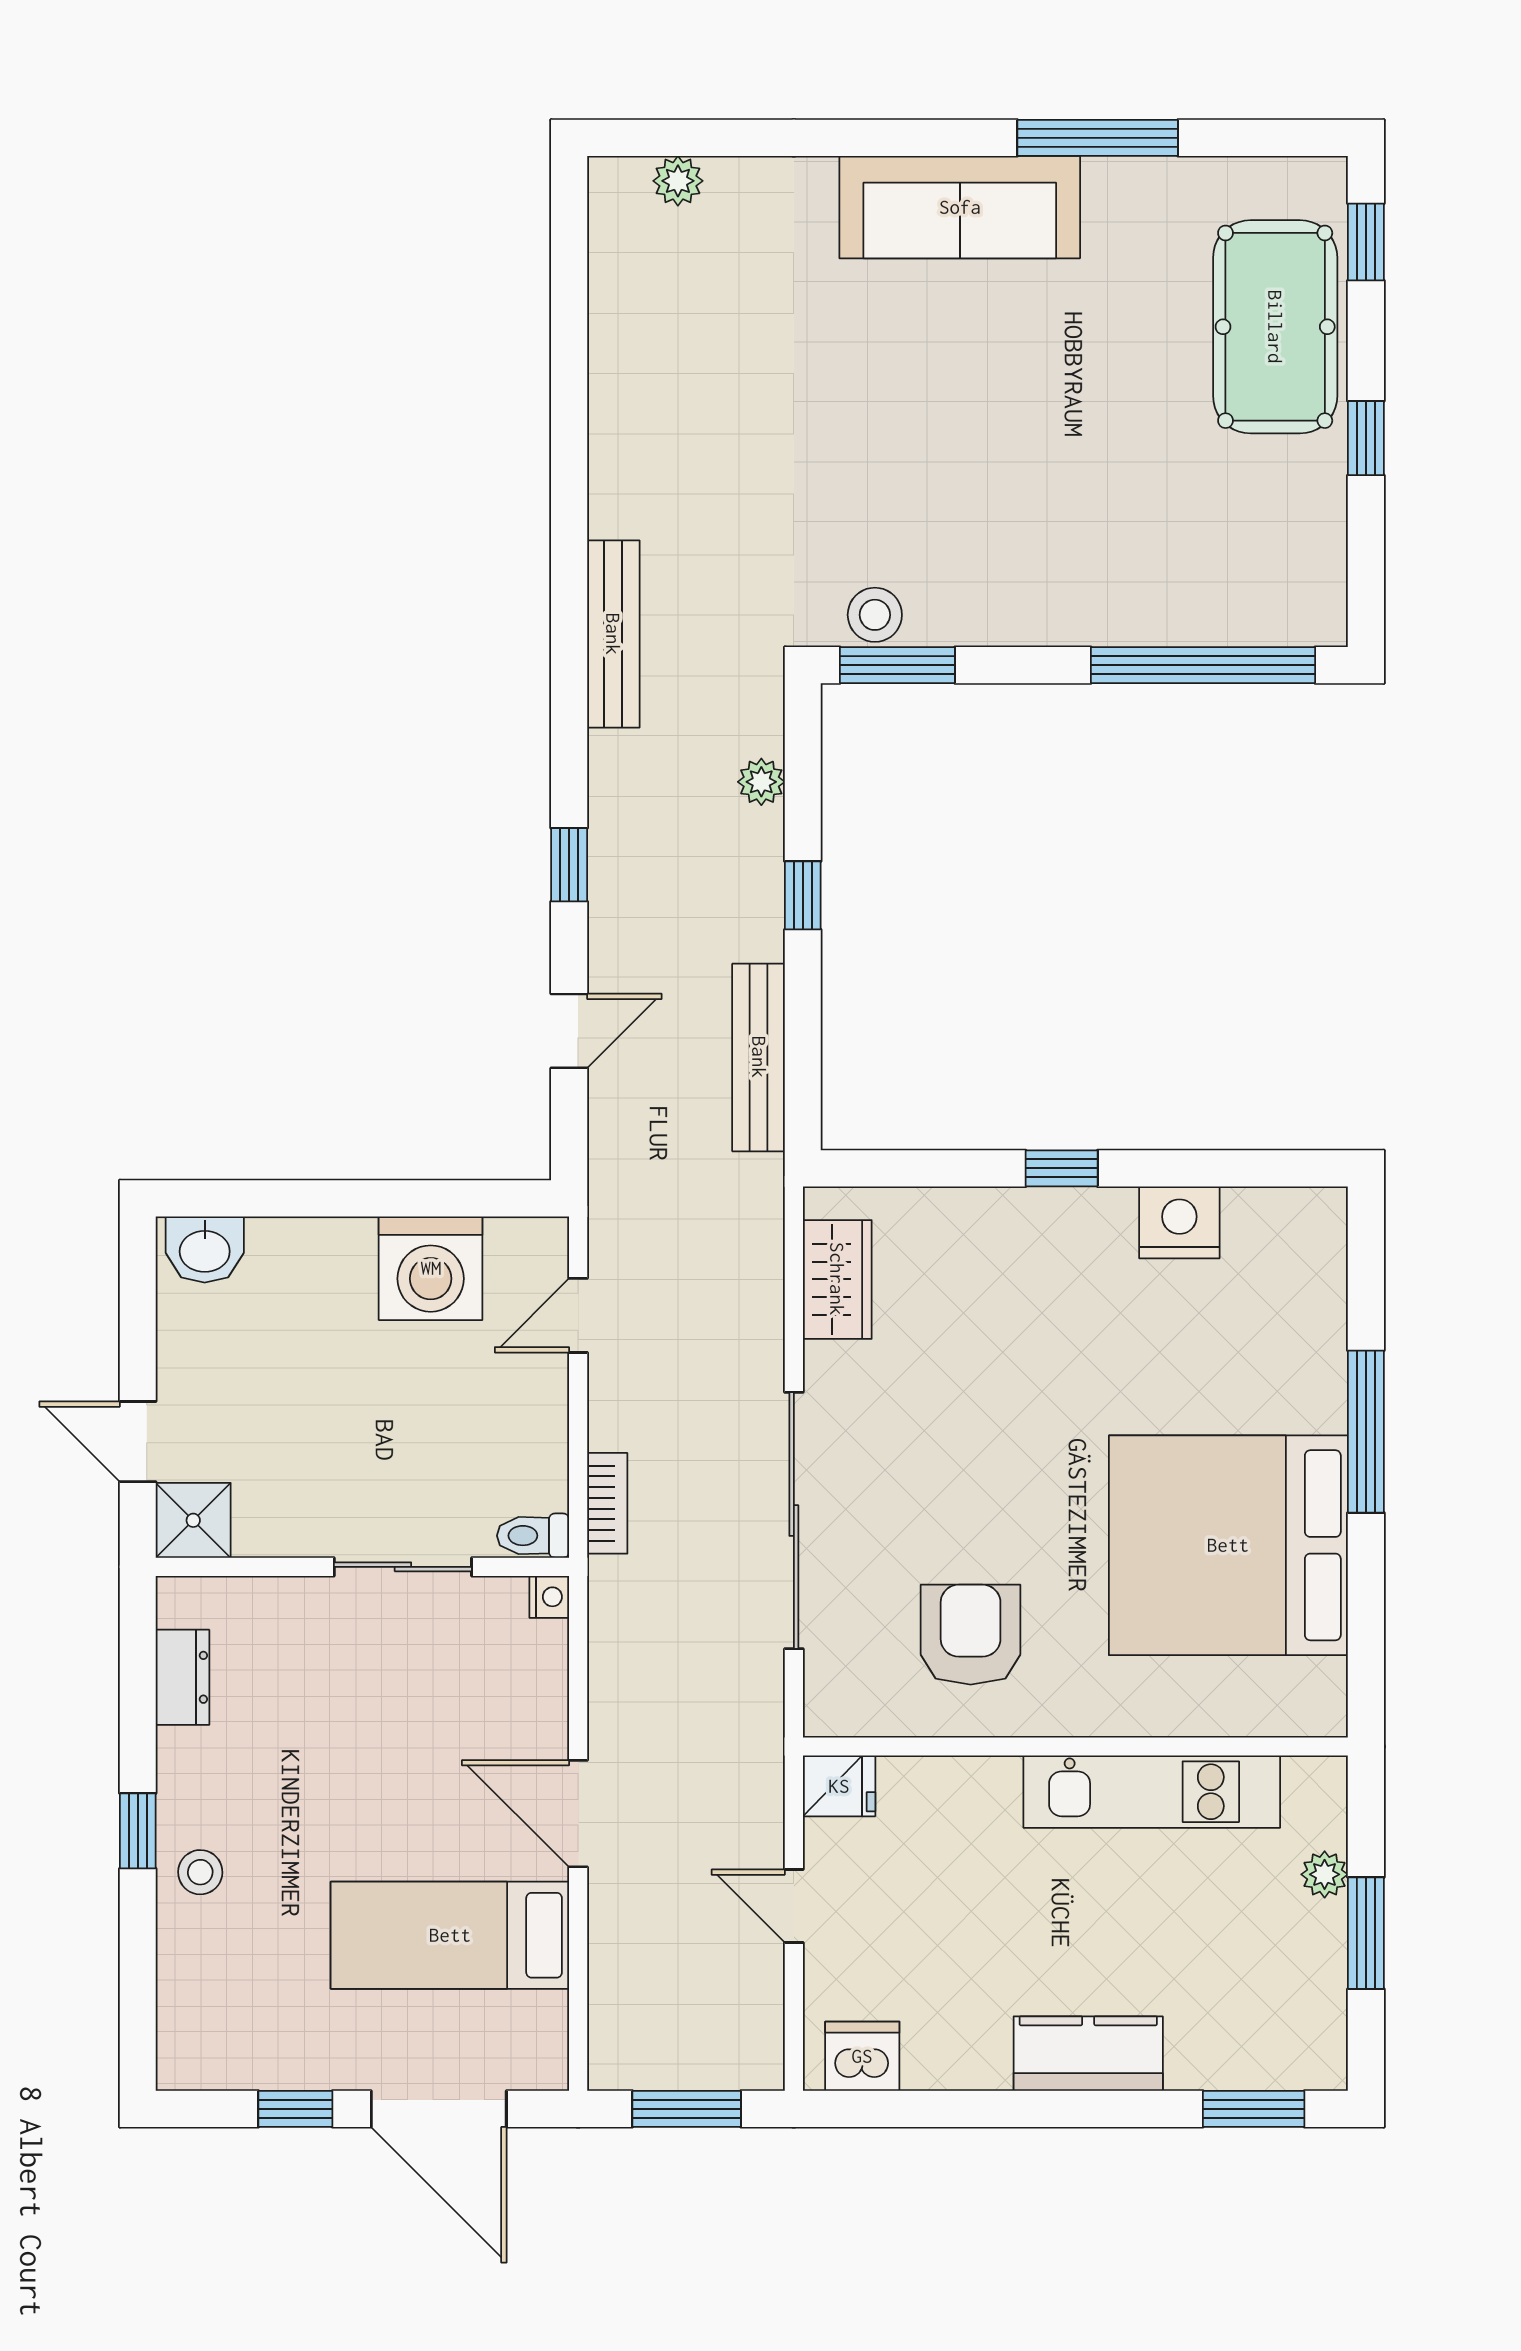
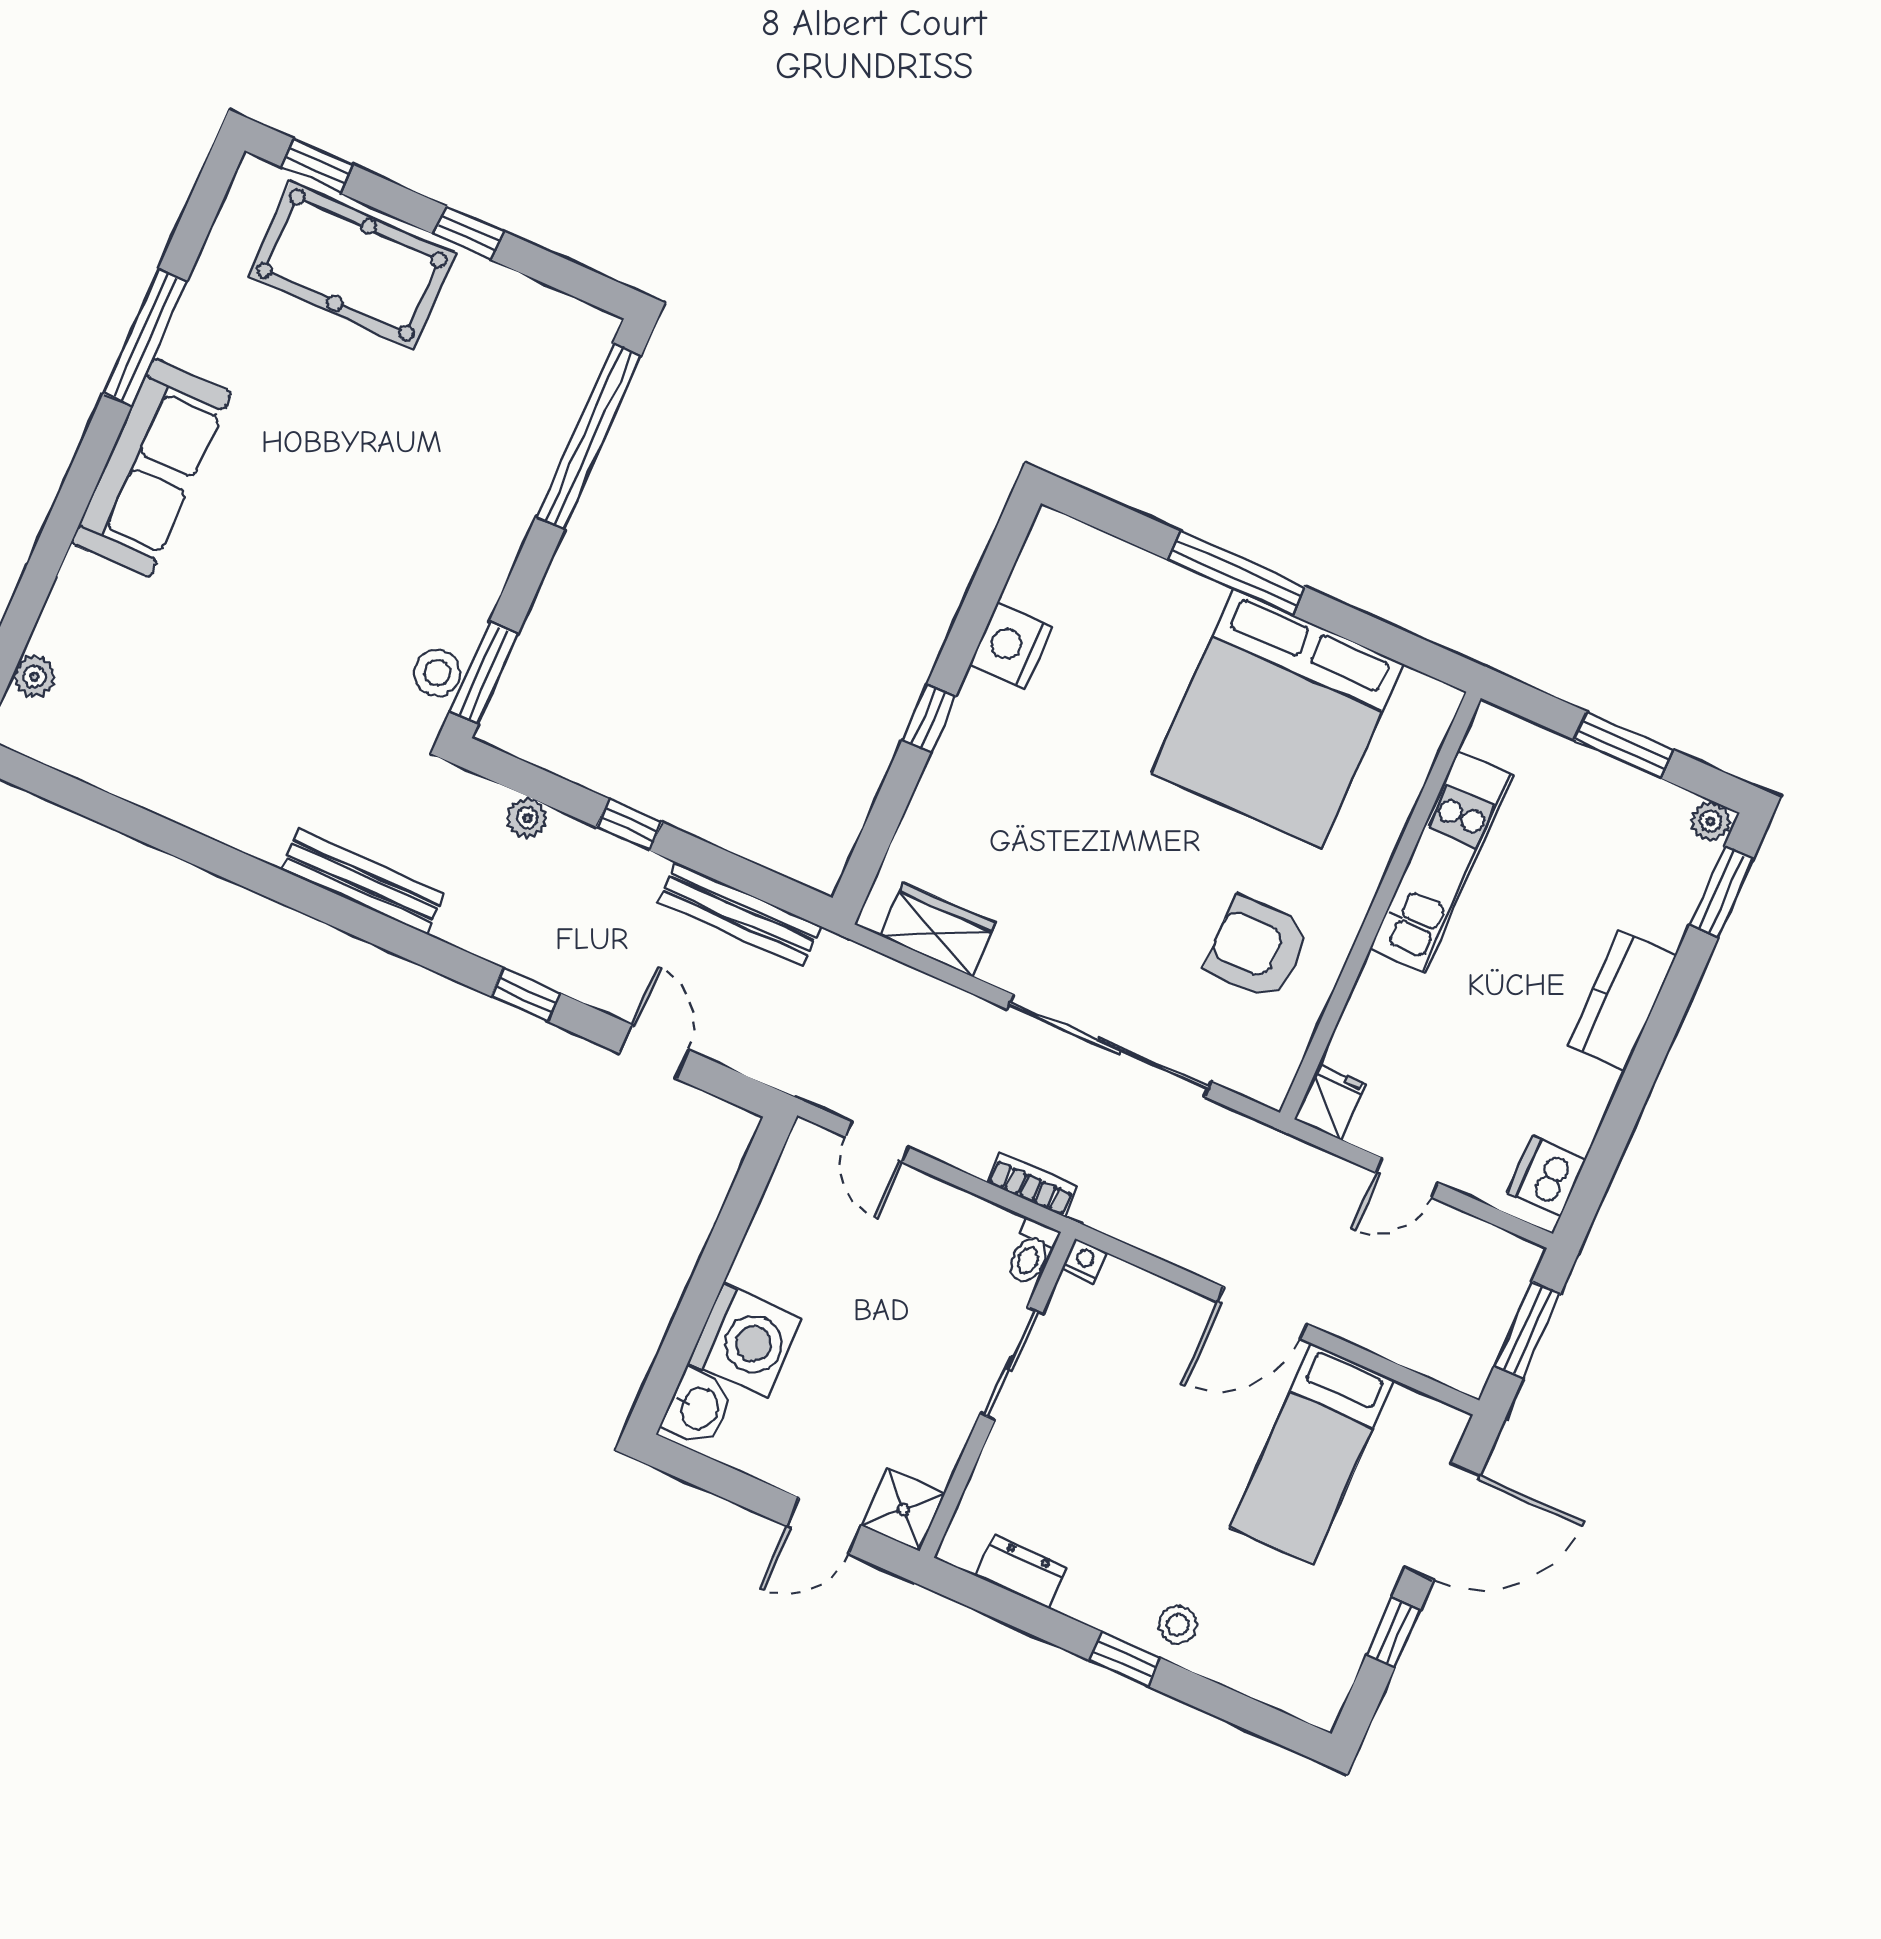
washing machine: (431, 1268) -> (745, 1340), moved
plant: (1325, 1874) -> (1710, 821), moved

